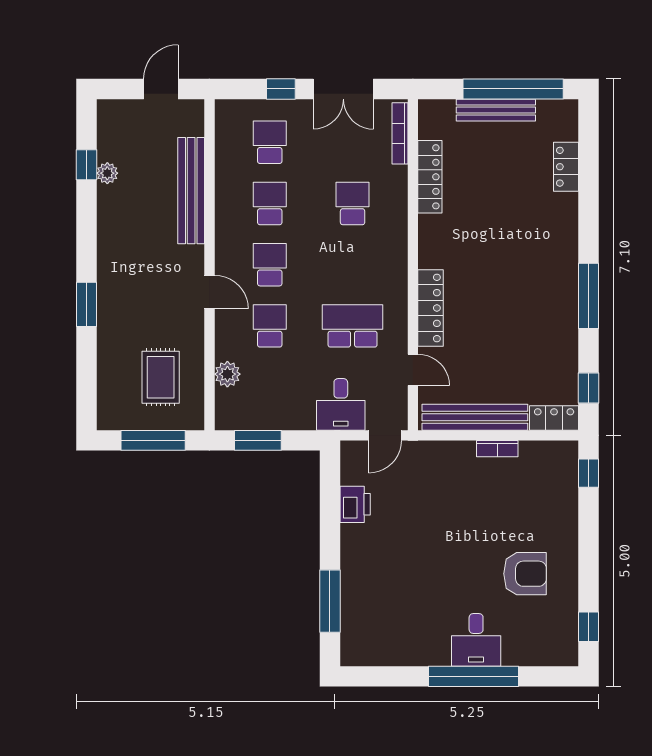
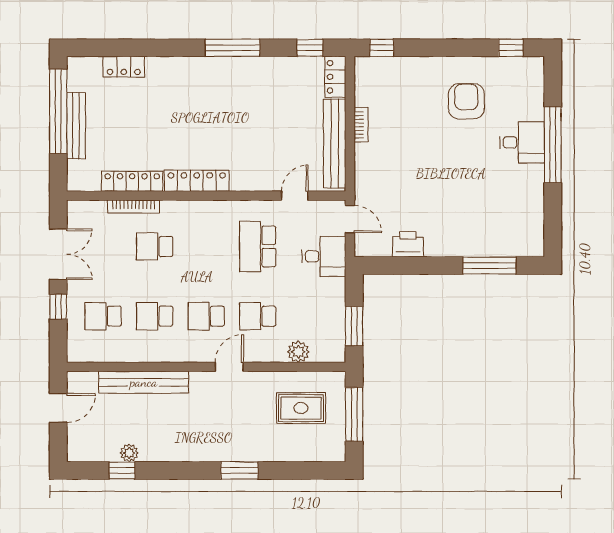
door: (161, 89) -> (58, 408), swing flipped
bookcase: (400, 133) -> (134, 207), moved
locker: (431, 308) -> (197, 181), moved

